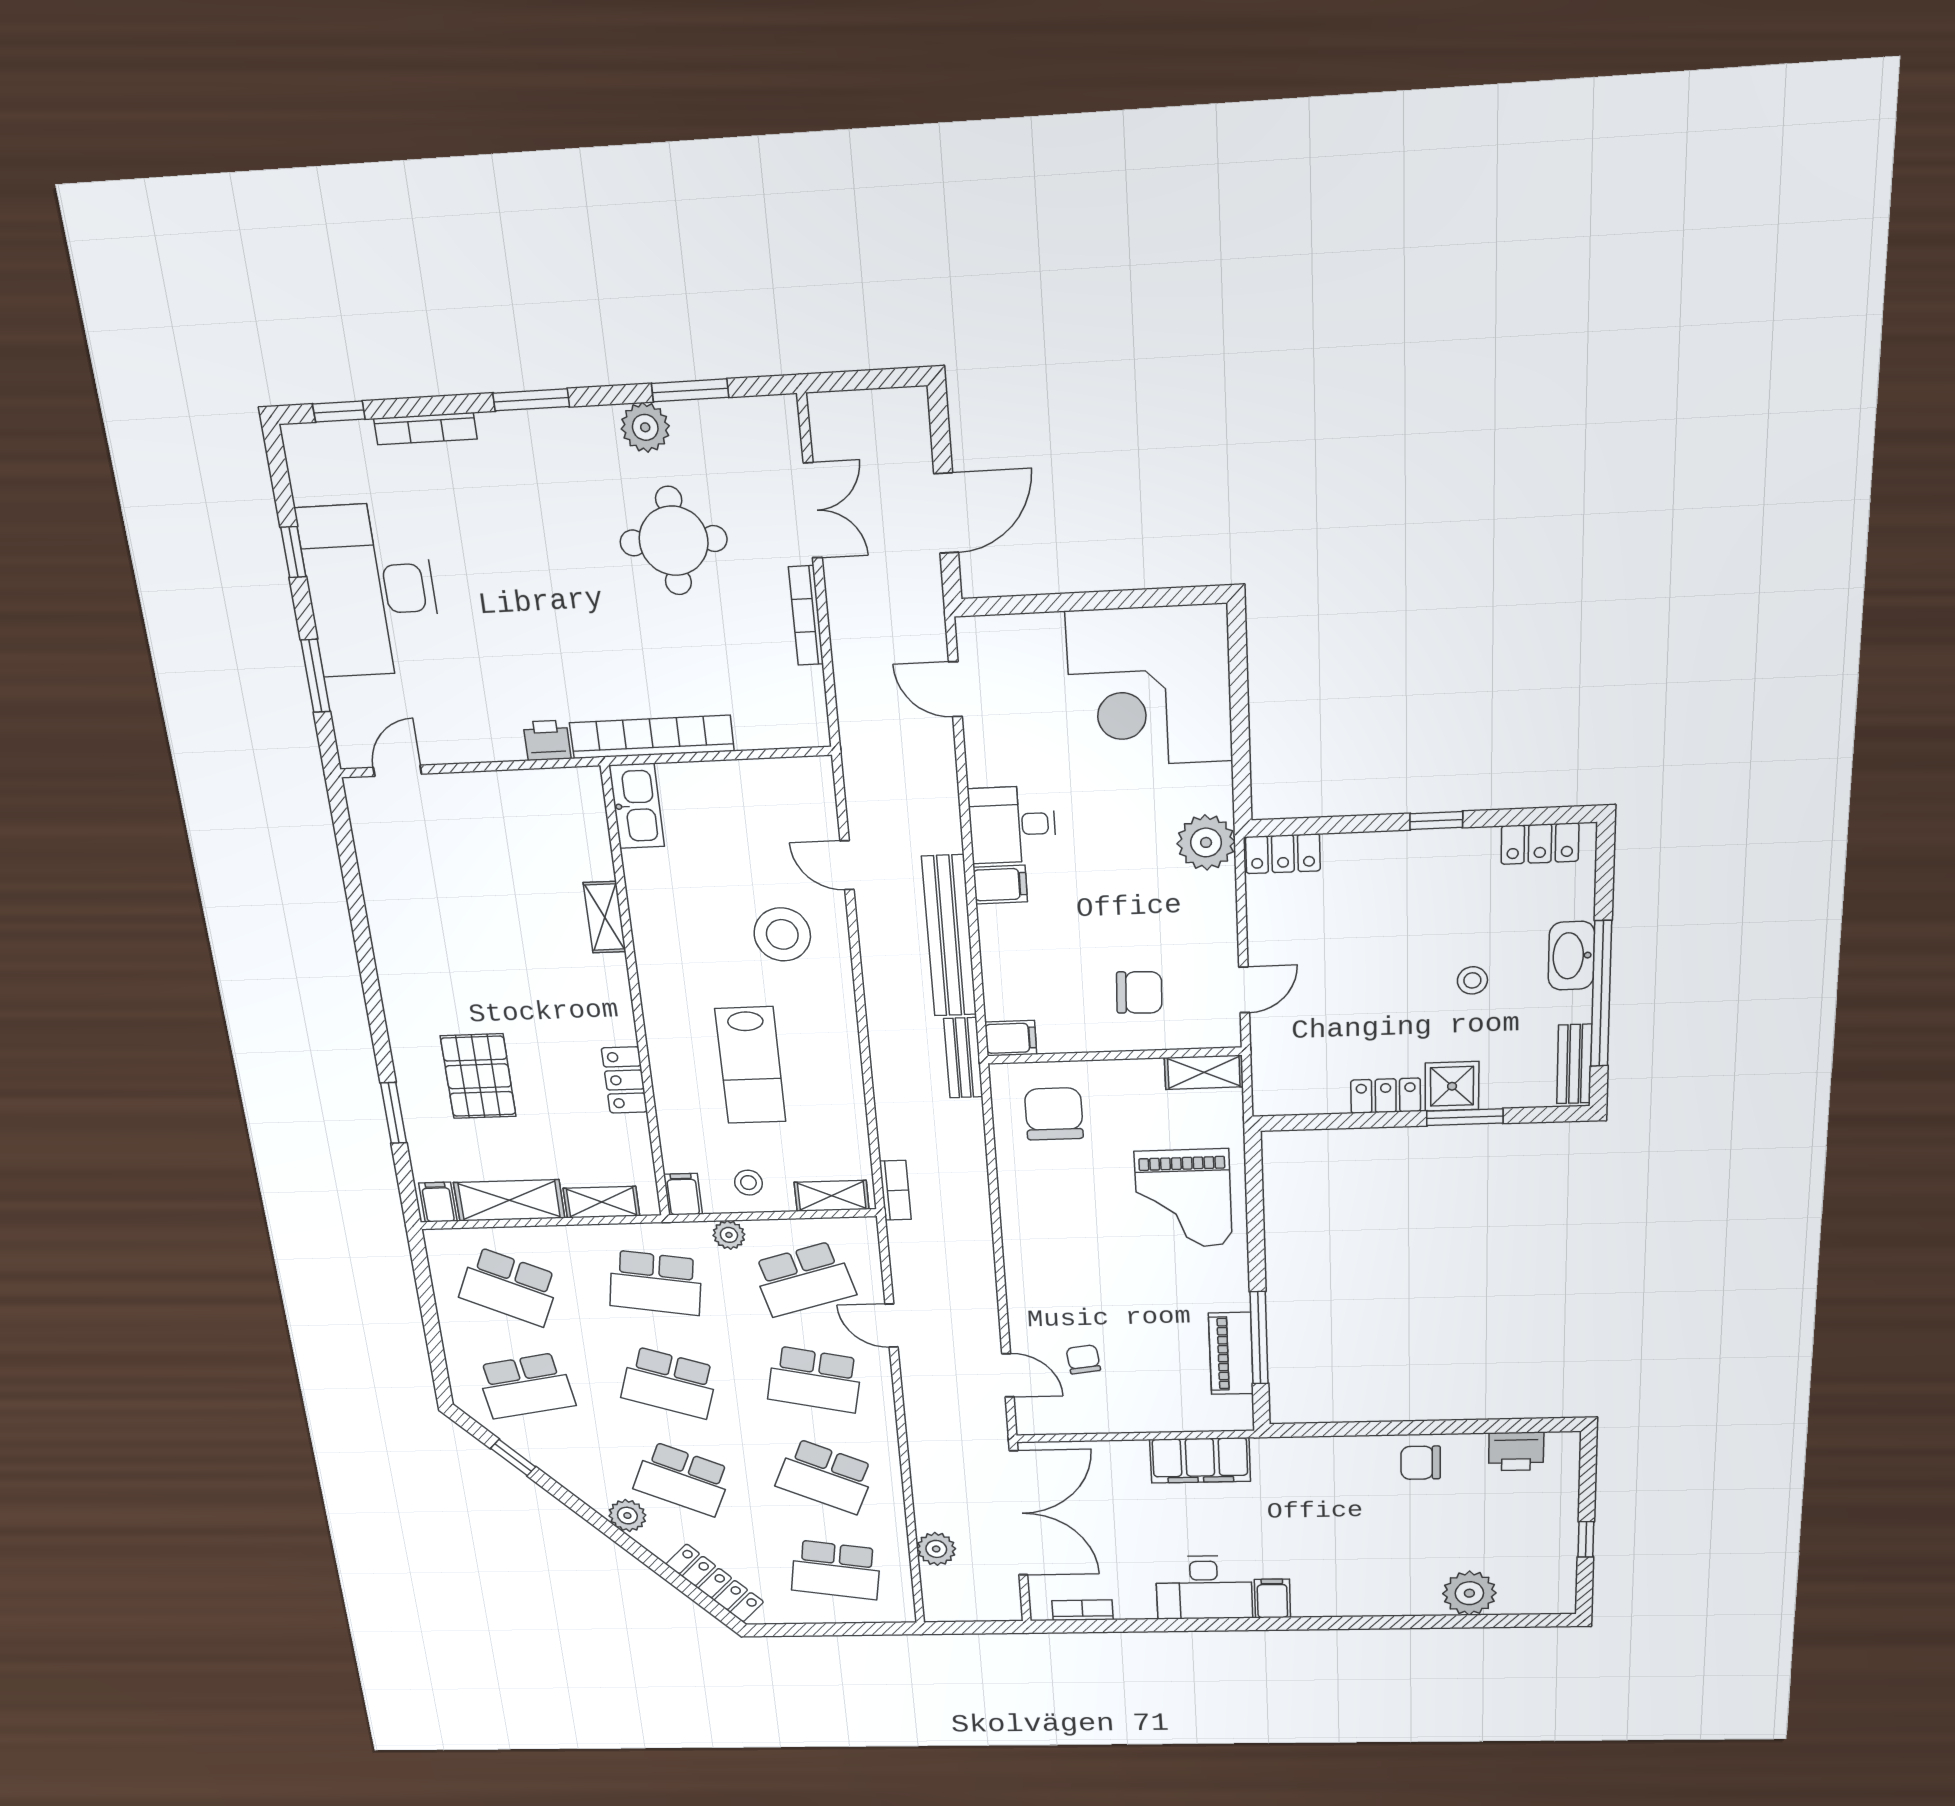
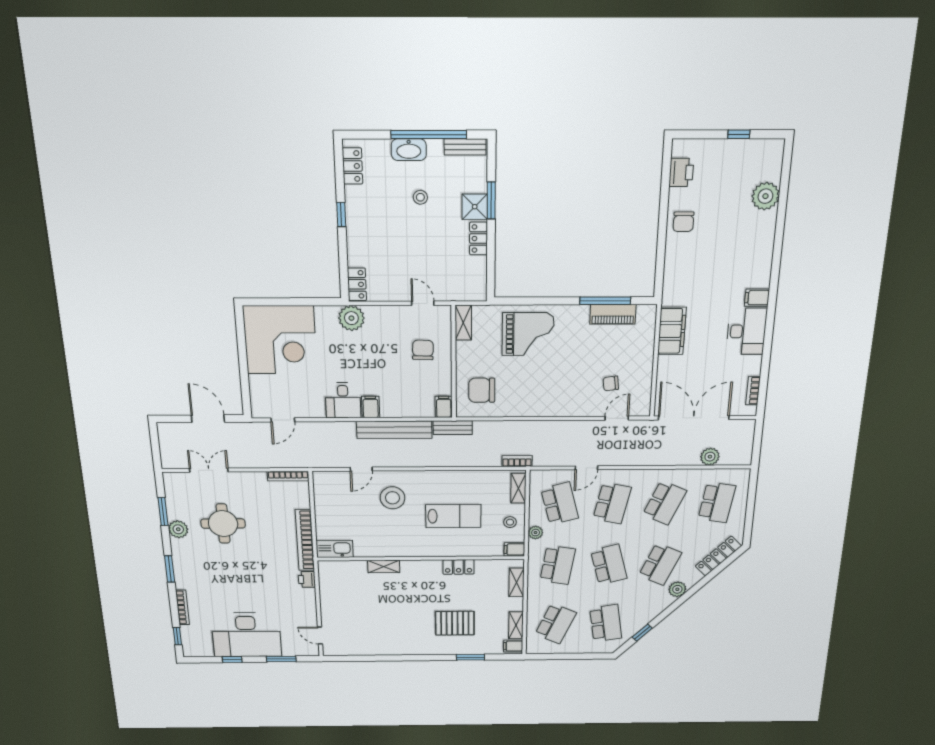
bookcase: (806, 616) -> (288, 476), moved
shelving: (509, 1200) -> (516, 625), width x0.67, depth x0.75
school desk: (669, 1383) -> (609, 565), turned -33

